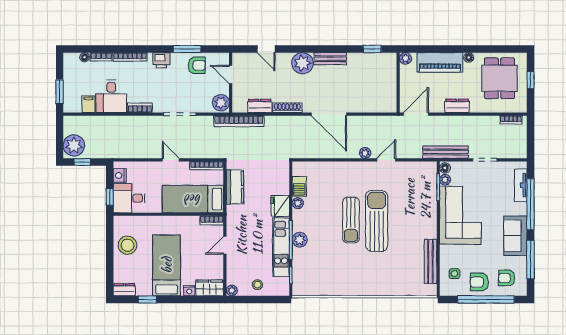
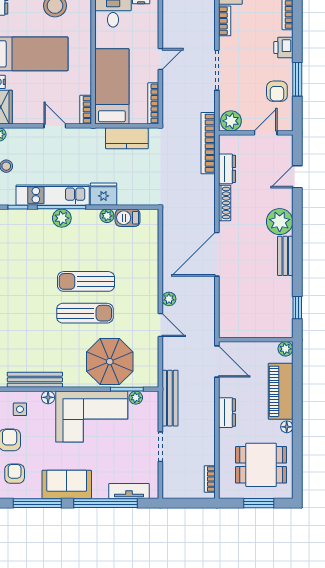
window: (531, 80) -> (259, 503), width x1.50
floor lamp: (445, 168) -> (48, 397), moved
parasol: (416, 201) -> (110, 362), added
sun lounger: (377, 221) -> (85, 313), width x0.73, depth x0.75

